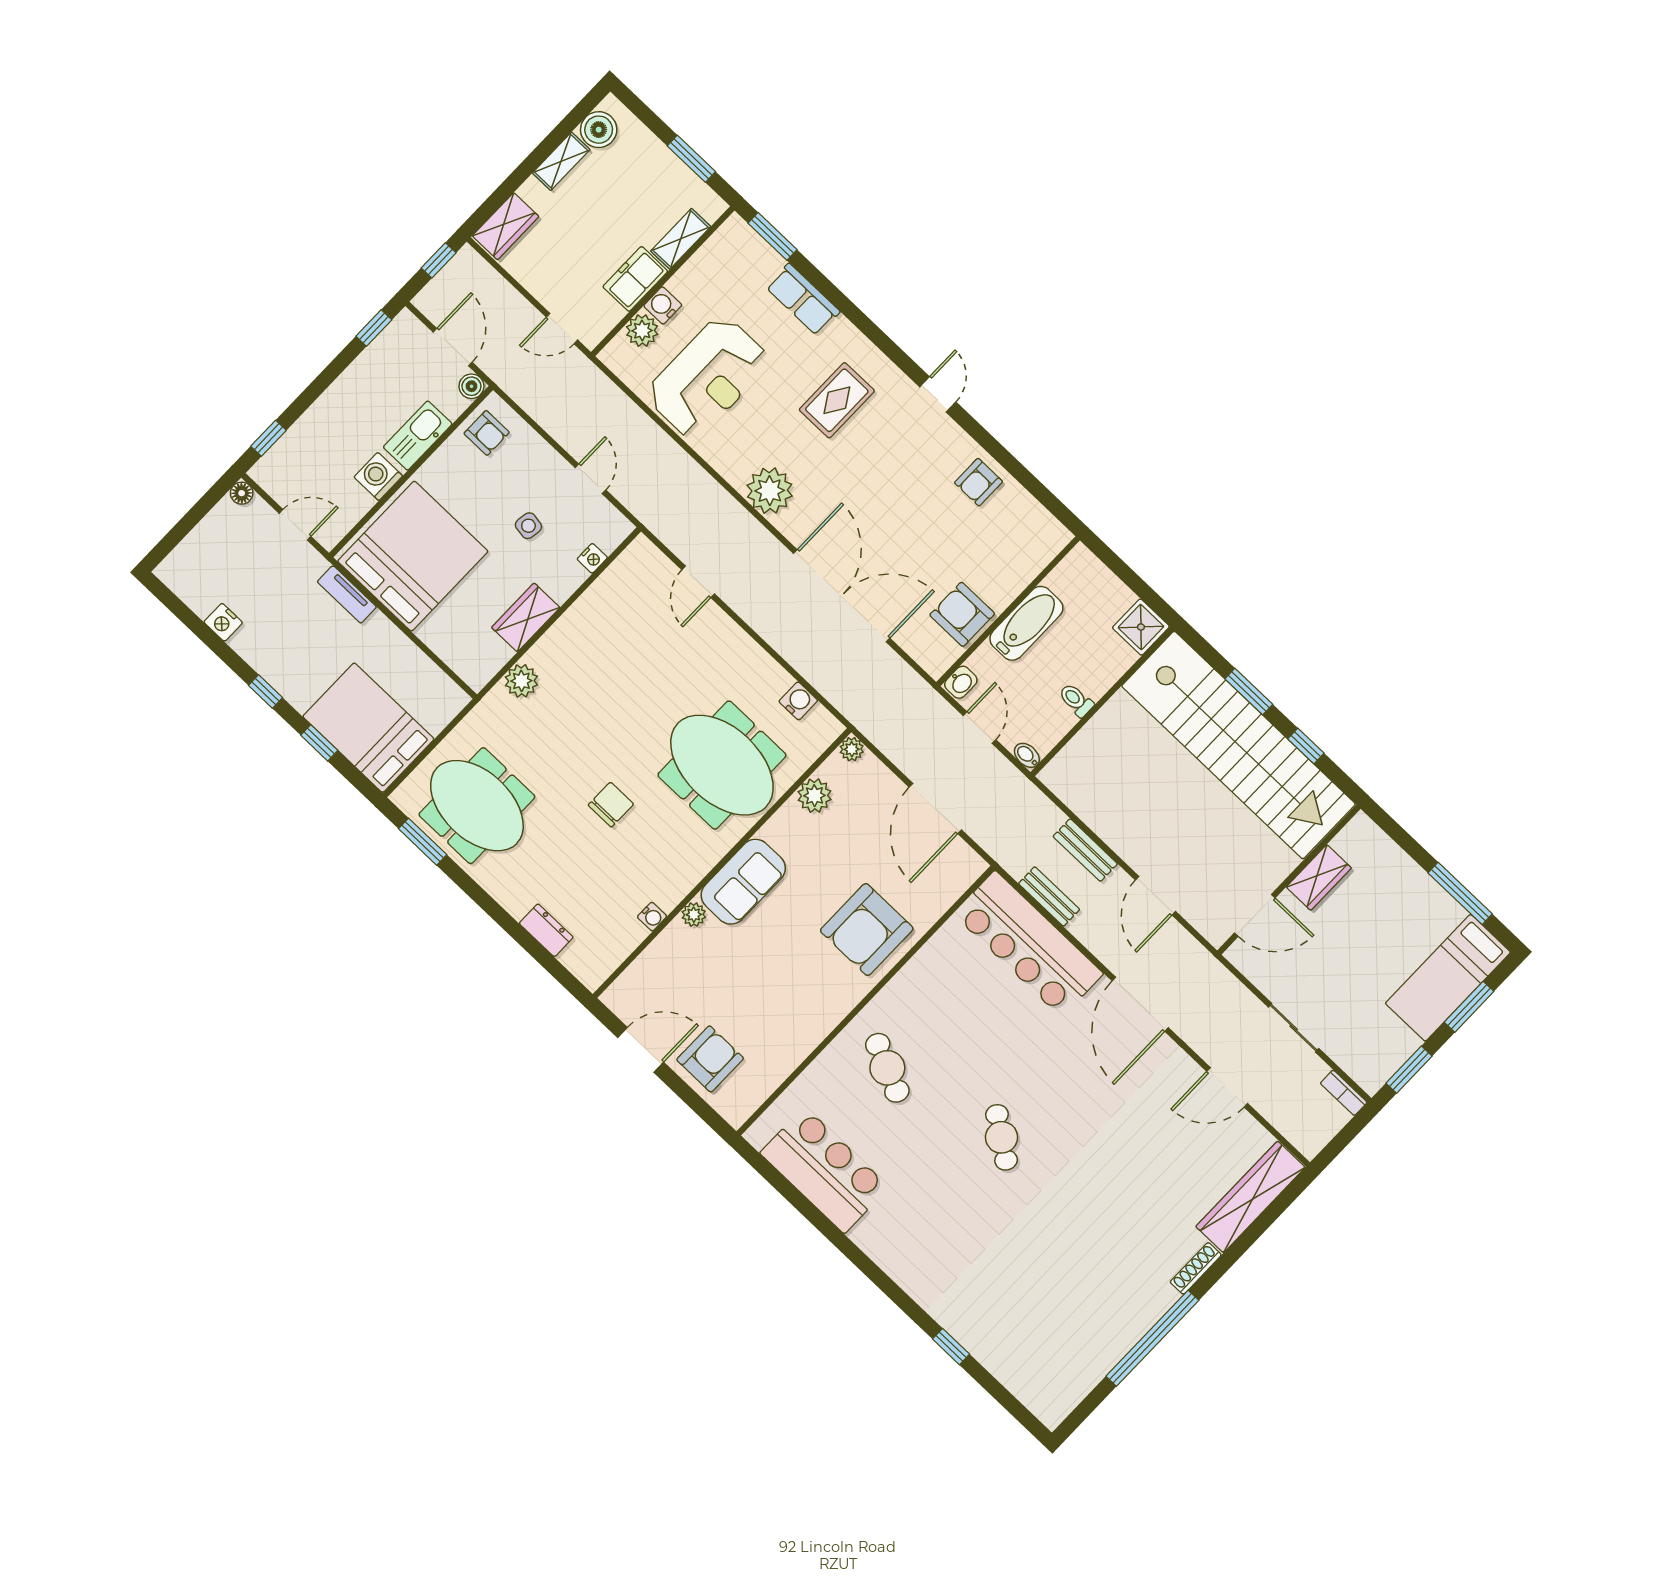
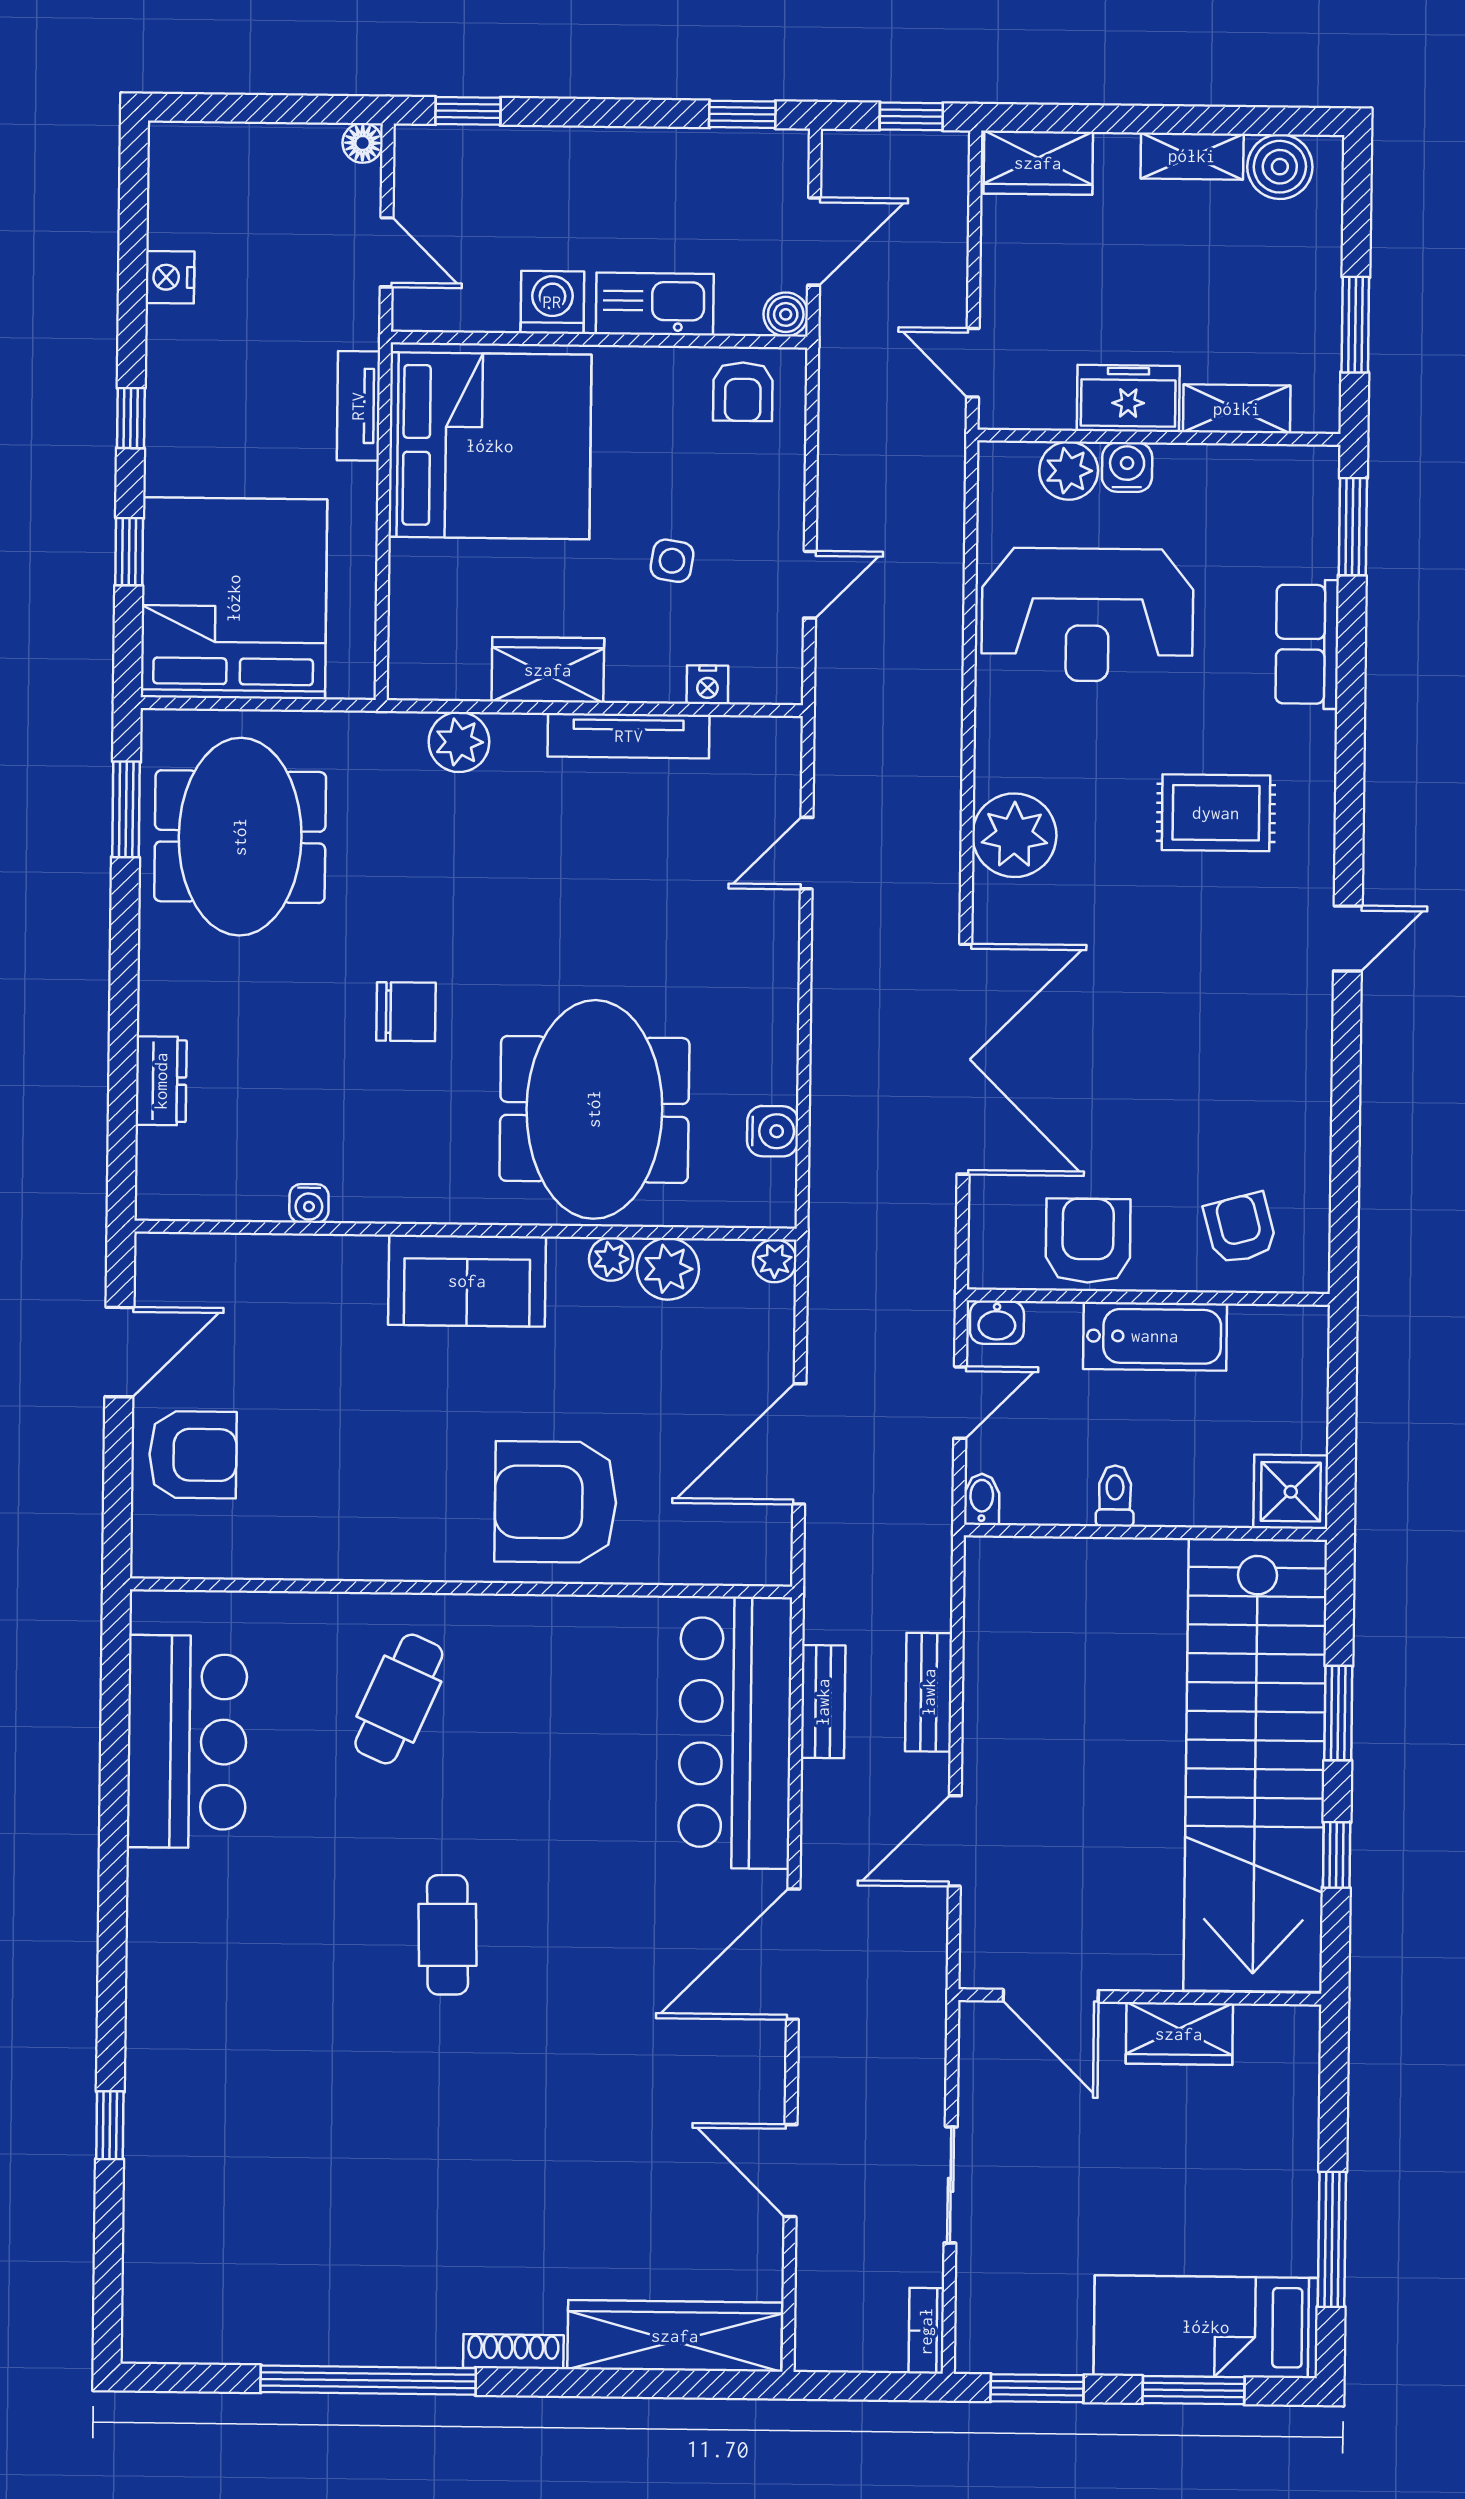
armchair: (978, 482) -> (1240, 1229), moved, turned 75
tv unit: (583, 610) -> (629, 736), added
bed: (368, 728) -> (234, 598), width x1.36
plant: (694, 915) -> (611, 1259), moved
door: (641, 1050) -> (119, 1352), hinge flipped
cafe table: (1002, 1137) -> (447, 1935), turned -36

